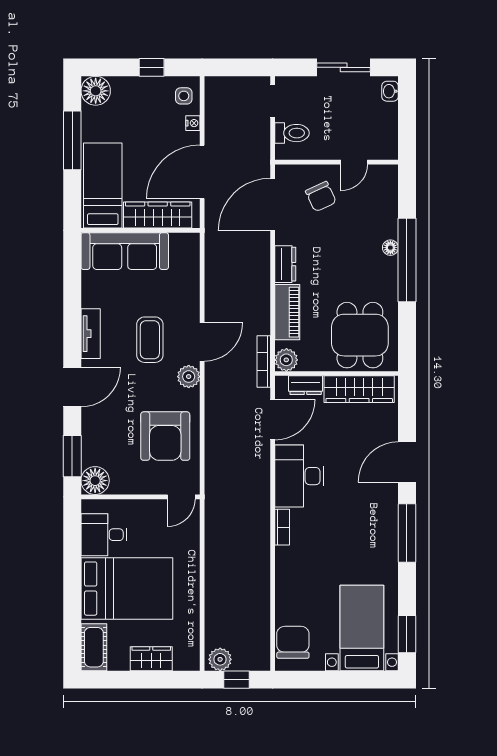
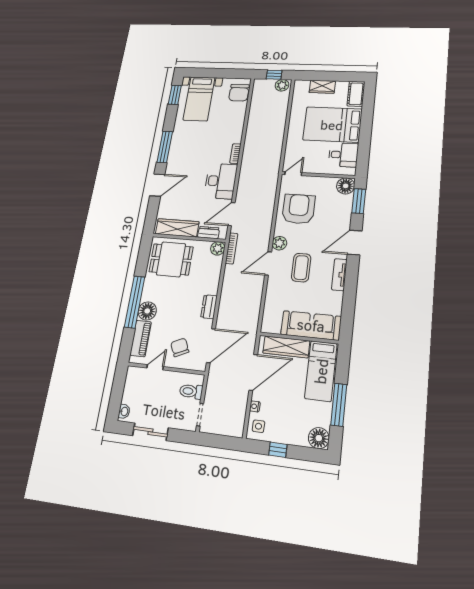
floor lamp: (390, 248) -> (147, 311), width x1.89, depth x1.89
piano: (287, 312) -> (141, 339), moved, turned 180
dining table: (360, 335) -> (171, 259), turned 90

